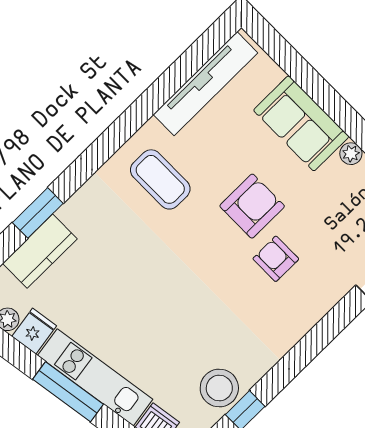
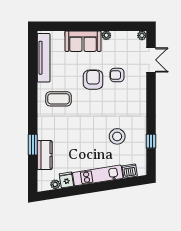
armchair: (276, 259) -> (117, 75), moved
stool: (219, 388) -> (117, 136), moved
window: (68, 392) -> (94, 188), removed

